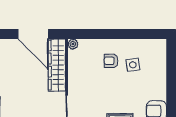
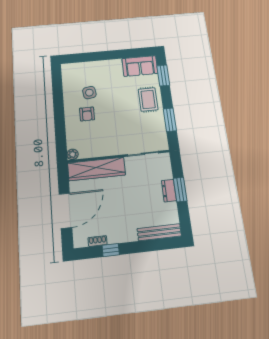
door: (33, 34) -> (65, 211), moved

